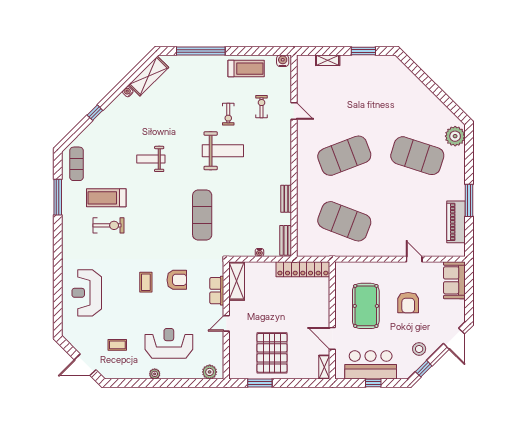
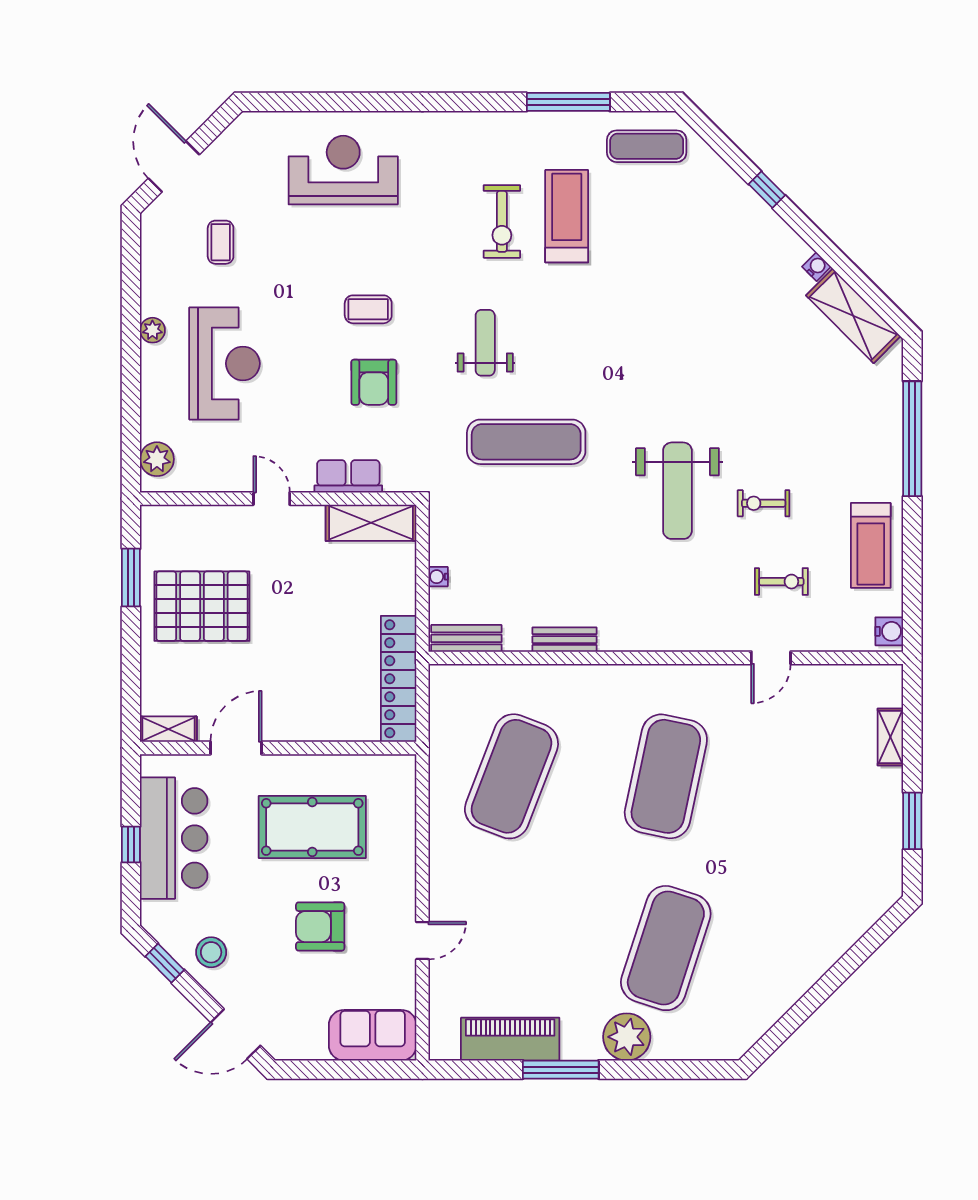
plant: (455, 136) -> (627, 1037), moved
exercise mat: (344, 156) -> (666, 776), turned 33
weight bench: (151, 159) -> (485, 343), moved

